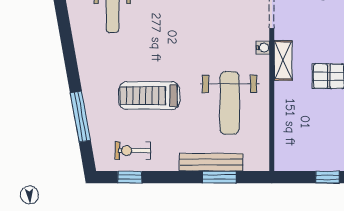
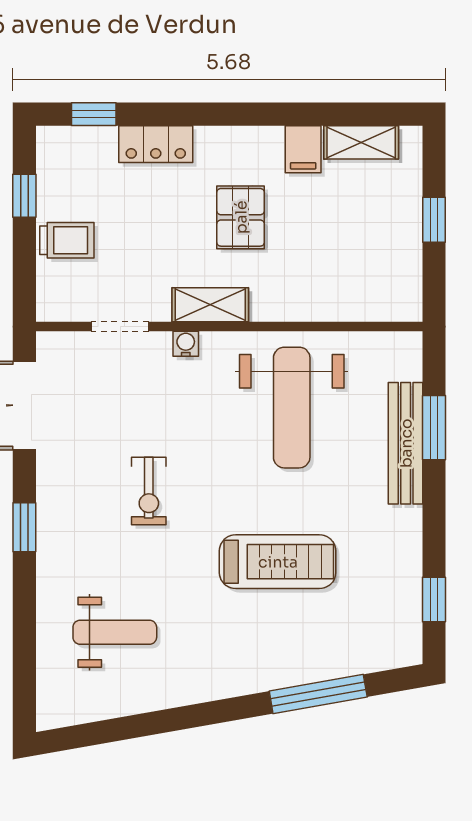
treadmill: (149, 96) -> (278, 562), turned -90
weight bench: (230, 103) -> (292, 408), turned 90
exercise bike: (133, 151) -> (149, 491), moved

